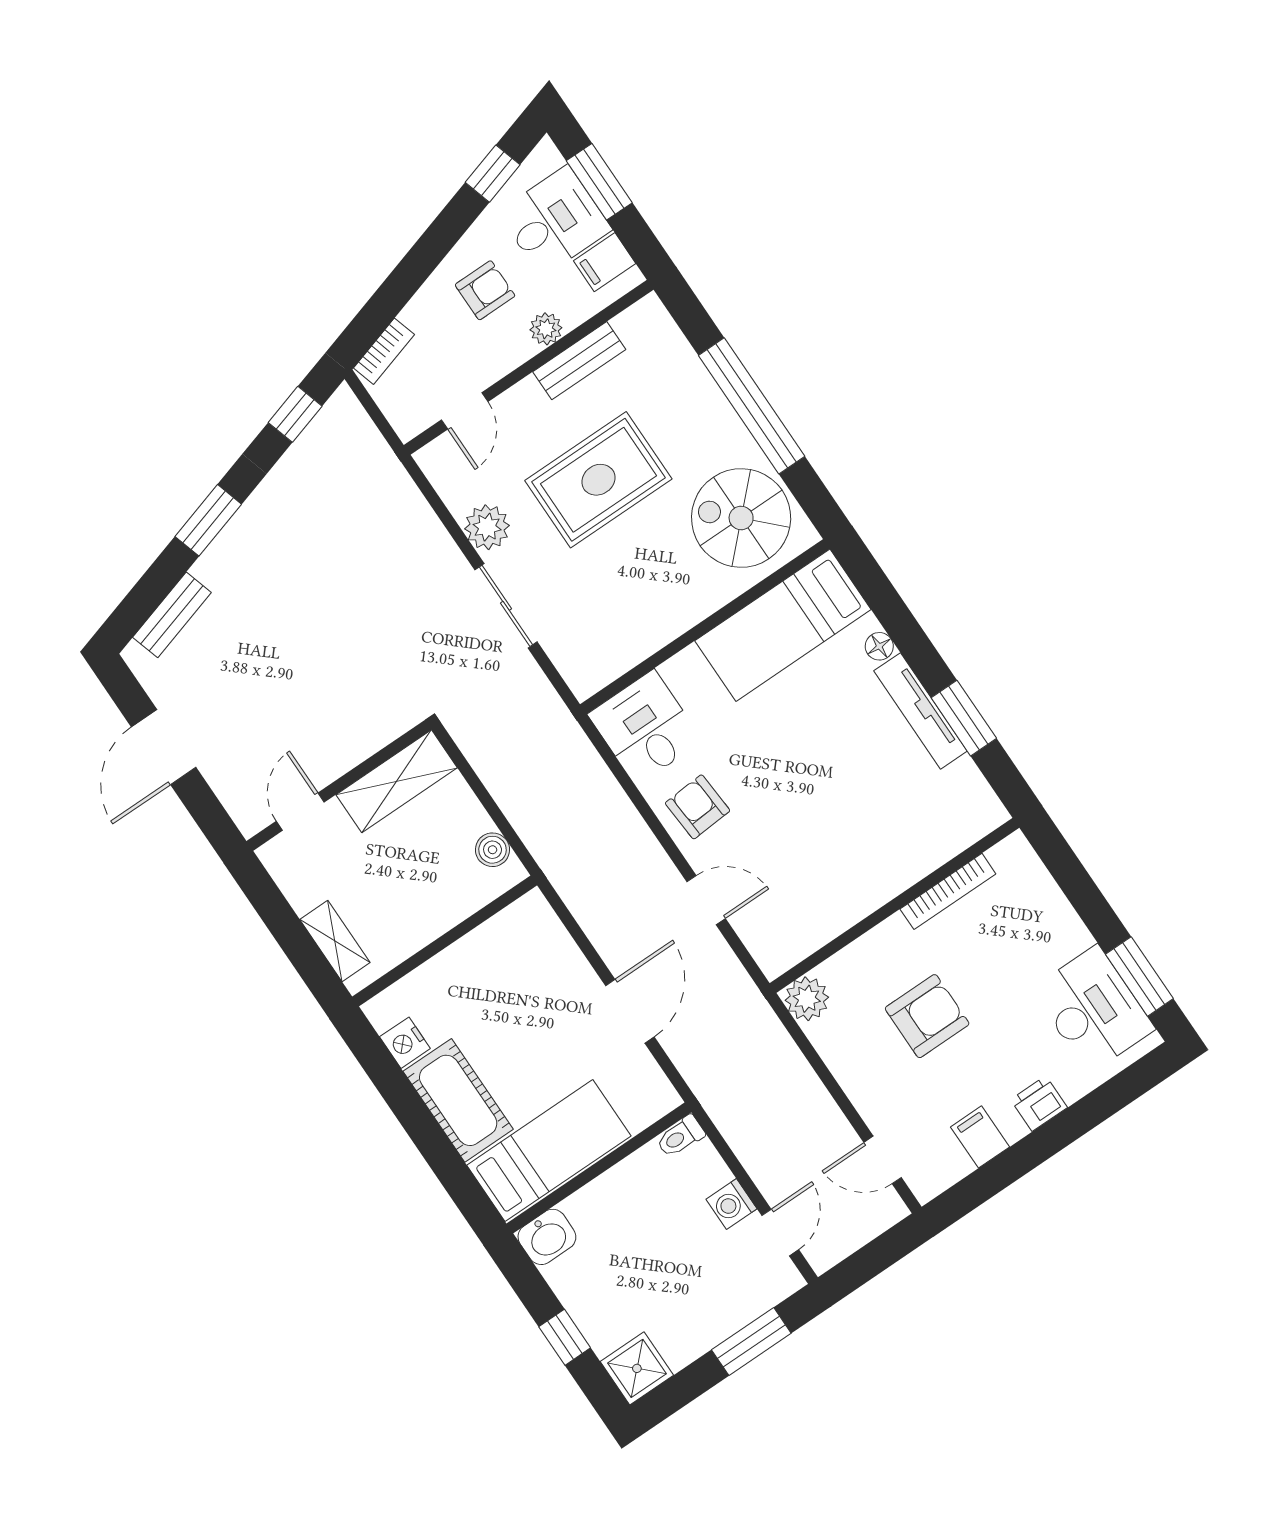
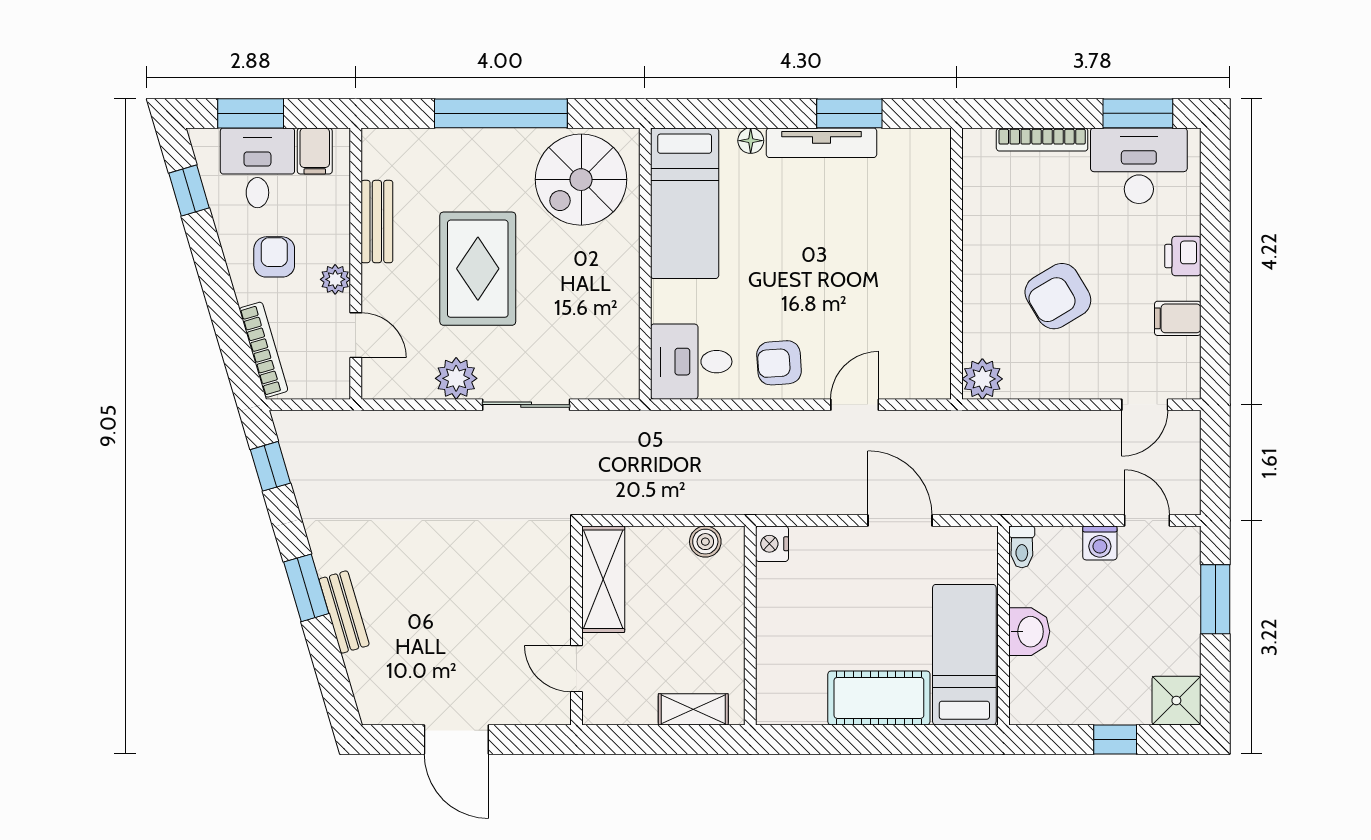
plant: (546, 329) -> (335, 279), moved
bookcase: (384, 351) -> (264, 350), width x1.56
bench: (172, 615) -> (344, 612), moved
bookcase: (948, 891) -> (1042, 140), moved, turned 90
armchair: (927, 1016) -> (1058, 296), turned -121
nightstand: (405, 1043) -> (772, 544), moved, turned 90
washbasin: (547, 1237) -> (1029, 632), moved

